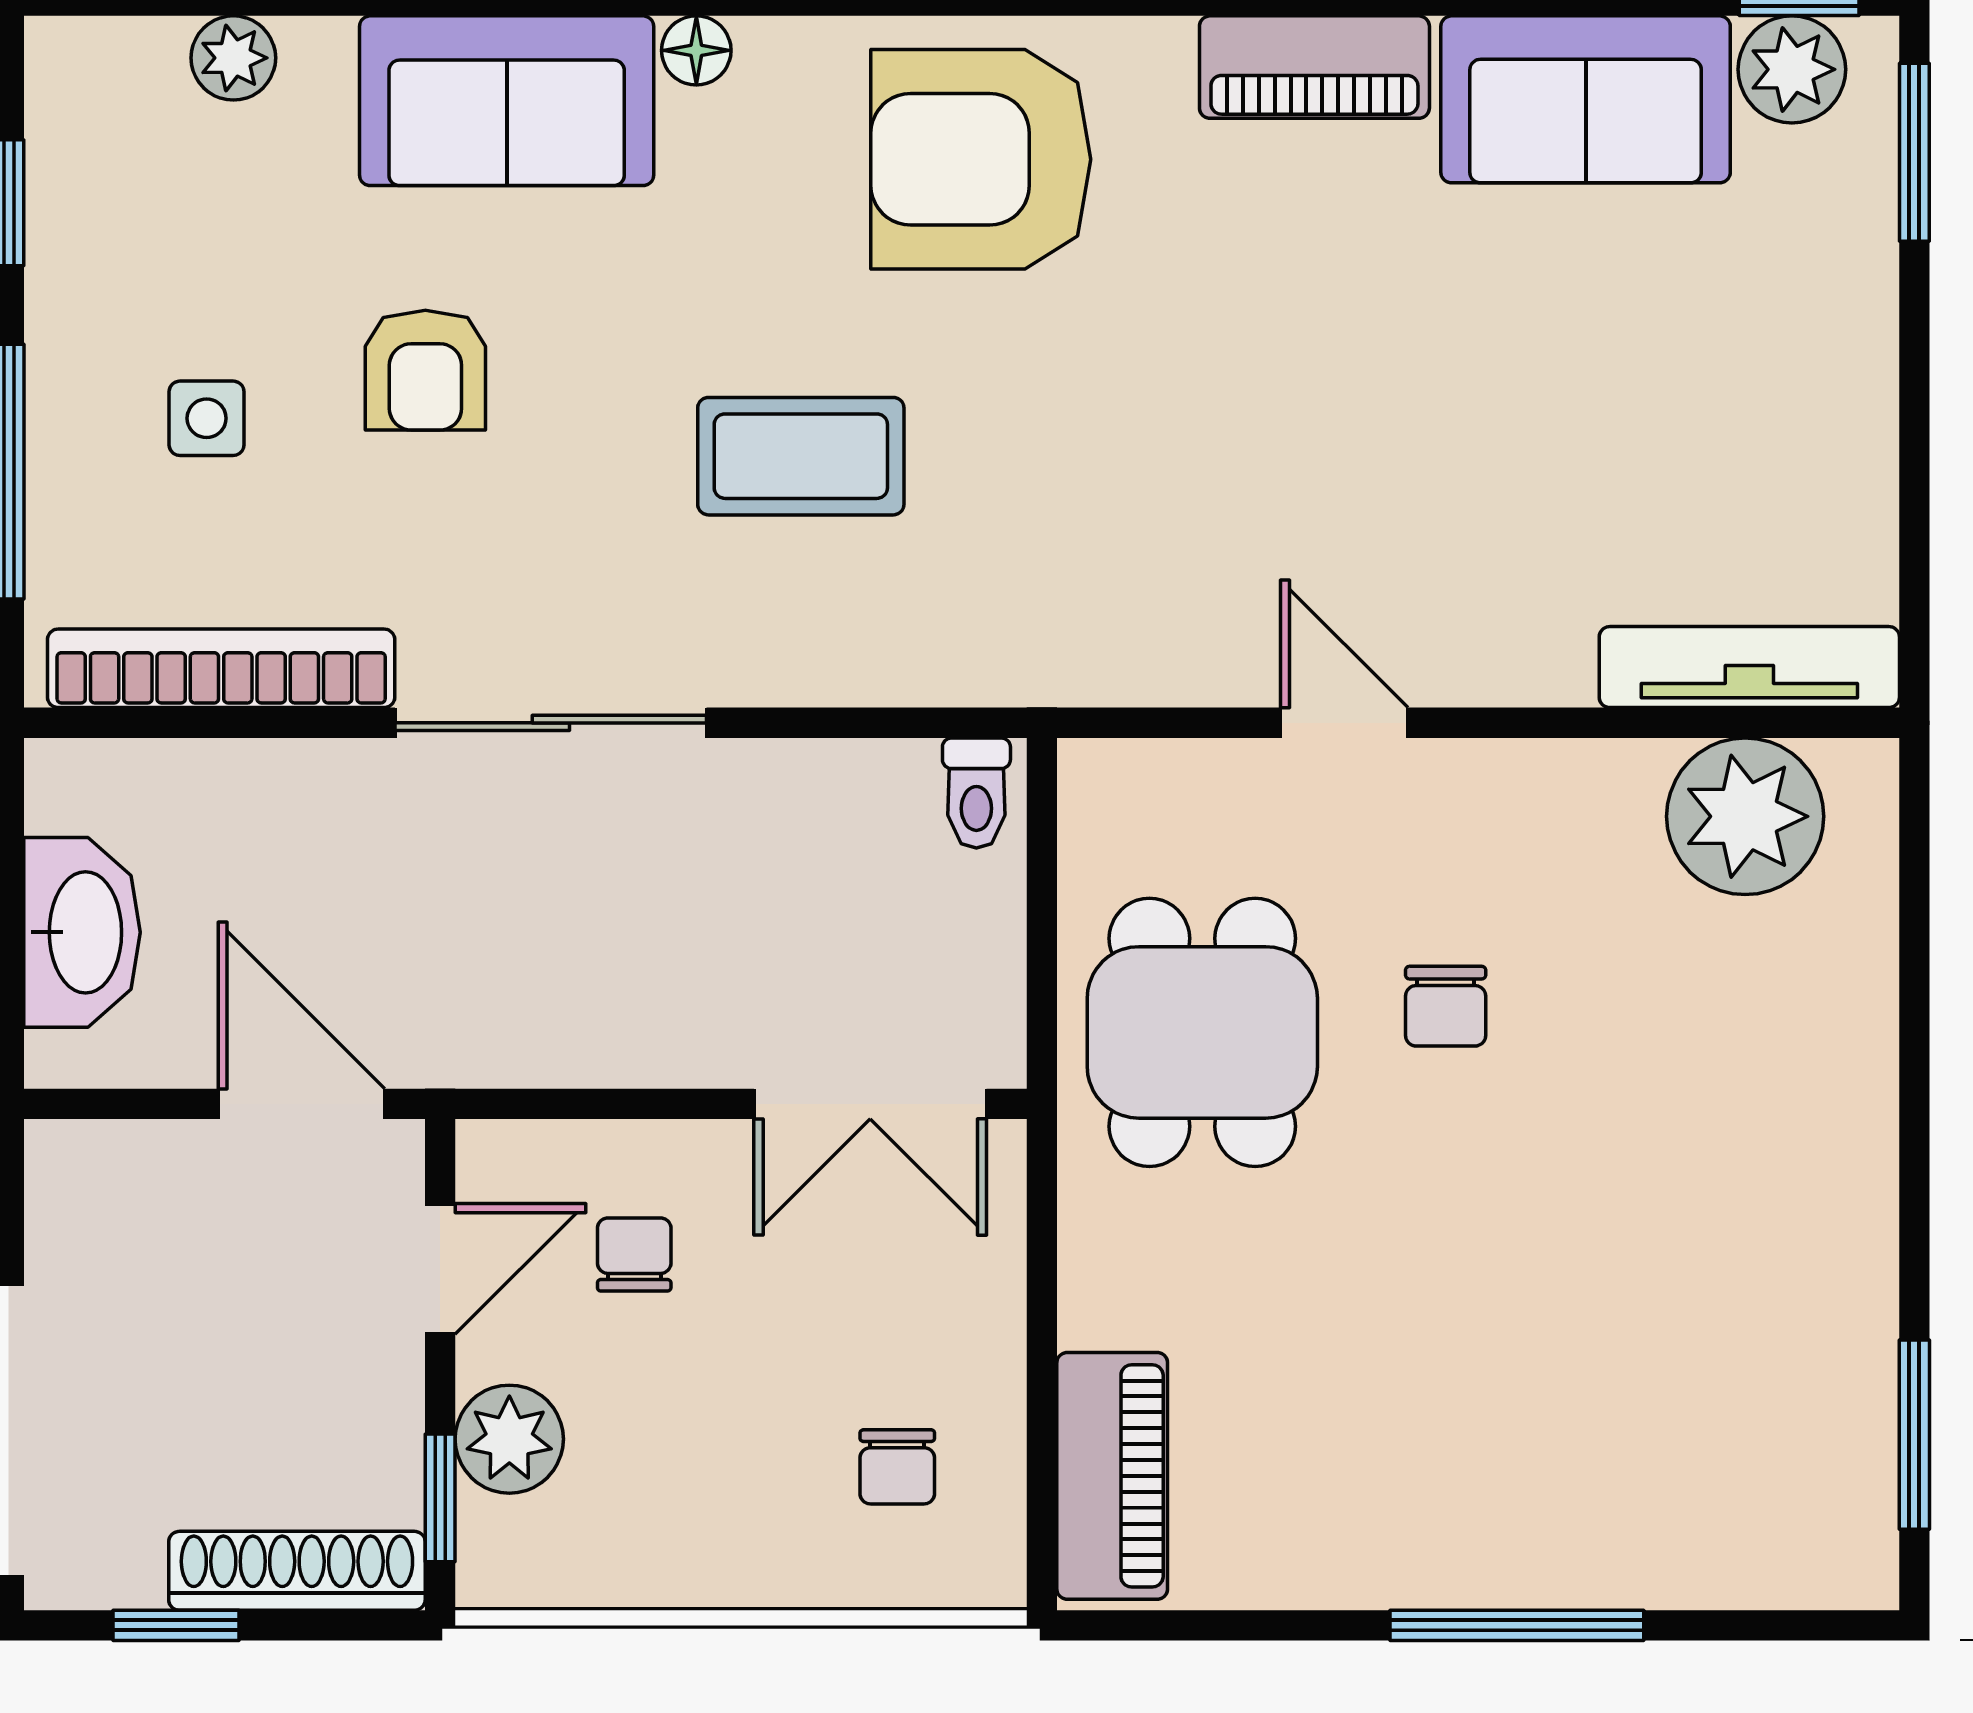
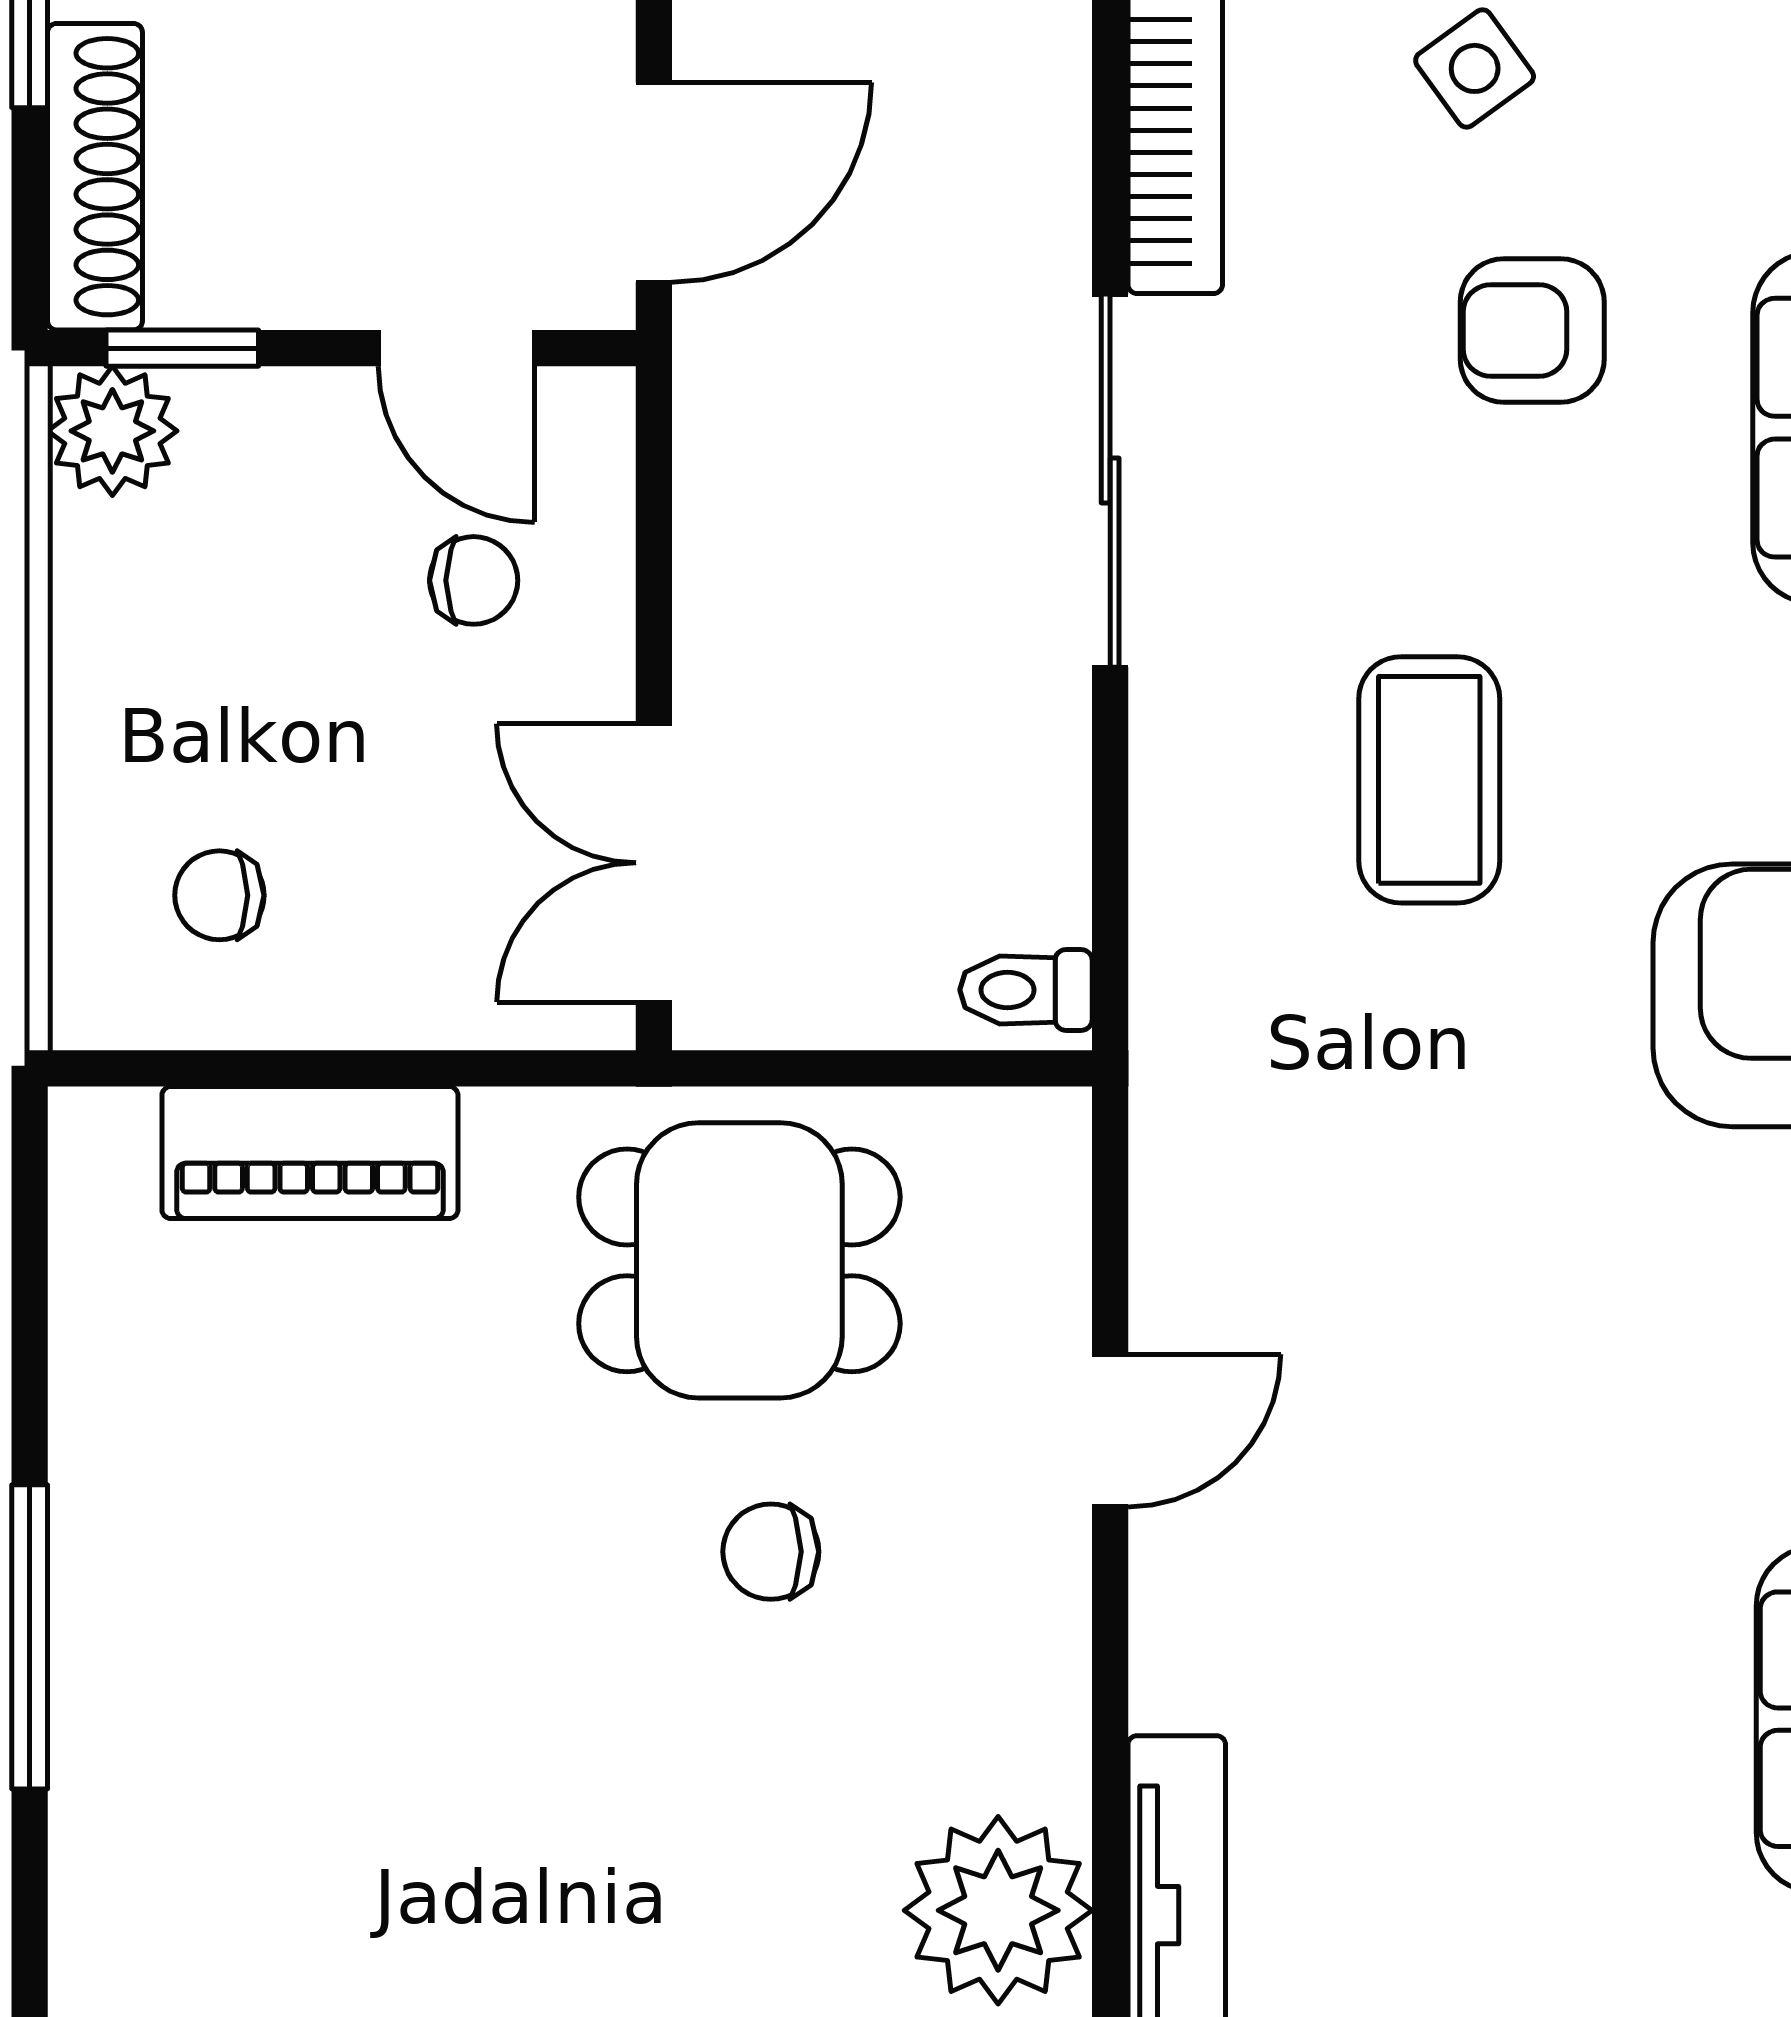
side table: (207, 418) -> (1475, 68), turned -36
plant: (509, 1439) -> (112, 431), moved
piano: (1112, 1476) -> (310, 1153), moved

